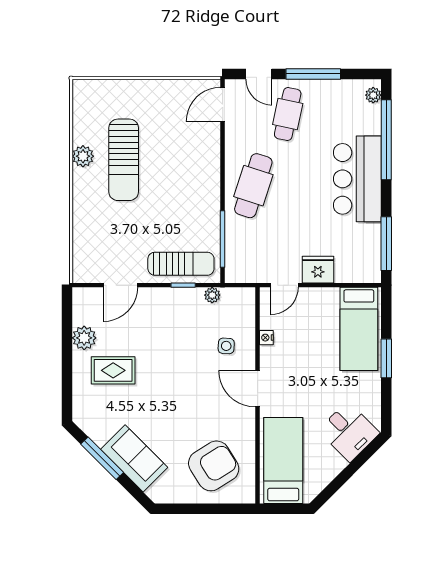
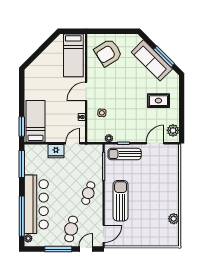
door: (259, 74) -> (86, 249), hinge flipped
plant: (83, 156) -> (174, 219), moved
sun lounger: (124, 160) -> (121, 201), moved
bar counter: (357, 179) -> (36, 204), width x1.36
cafe table: (253, 186) -> (88, 193), width x0.73, depth x0.74
plant: (84, 338) -> (173, 130), moved
window: (386, 358) -> (22, 127), moved
door: (258, 389) -> (86, 91), swing flipped
desk: (349, 432) -> (41, 70), removed
sofa: (134, 458) -> (152, 60), width x1.36

